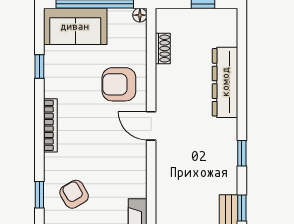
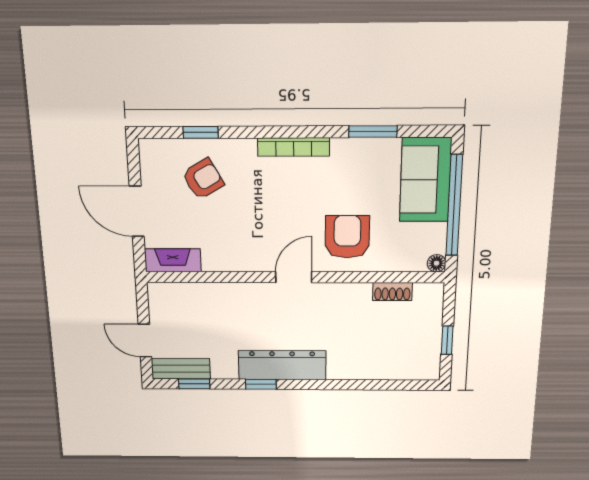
window: (39, 66) -> (373, 131), width x1.50
dresser: (225, 82) -> (282, 365), moved

